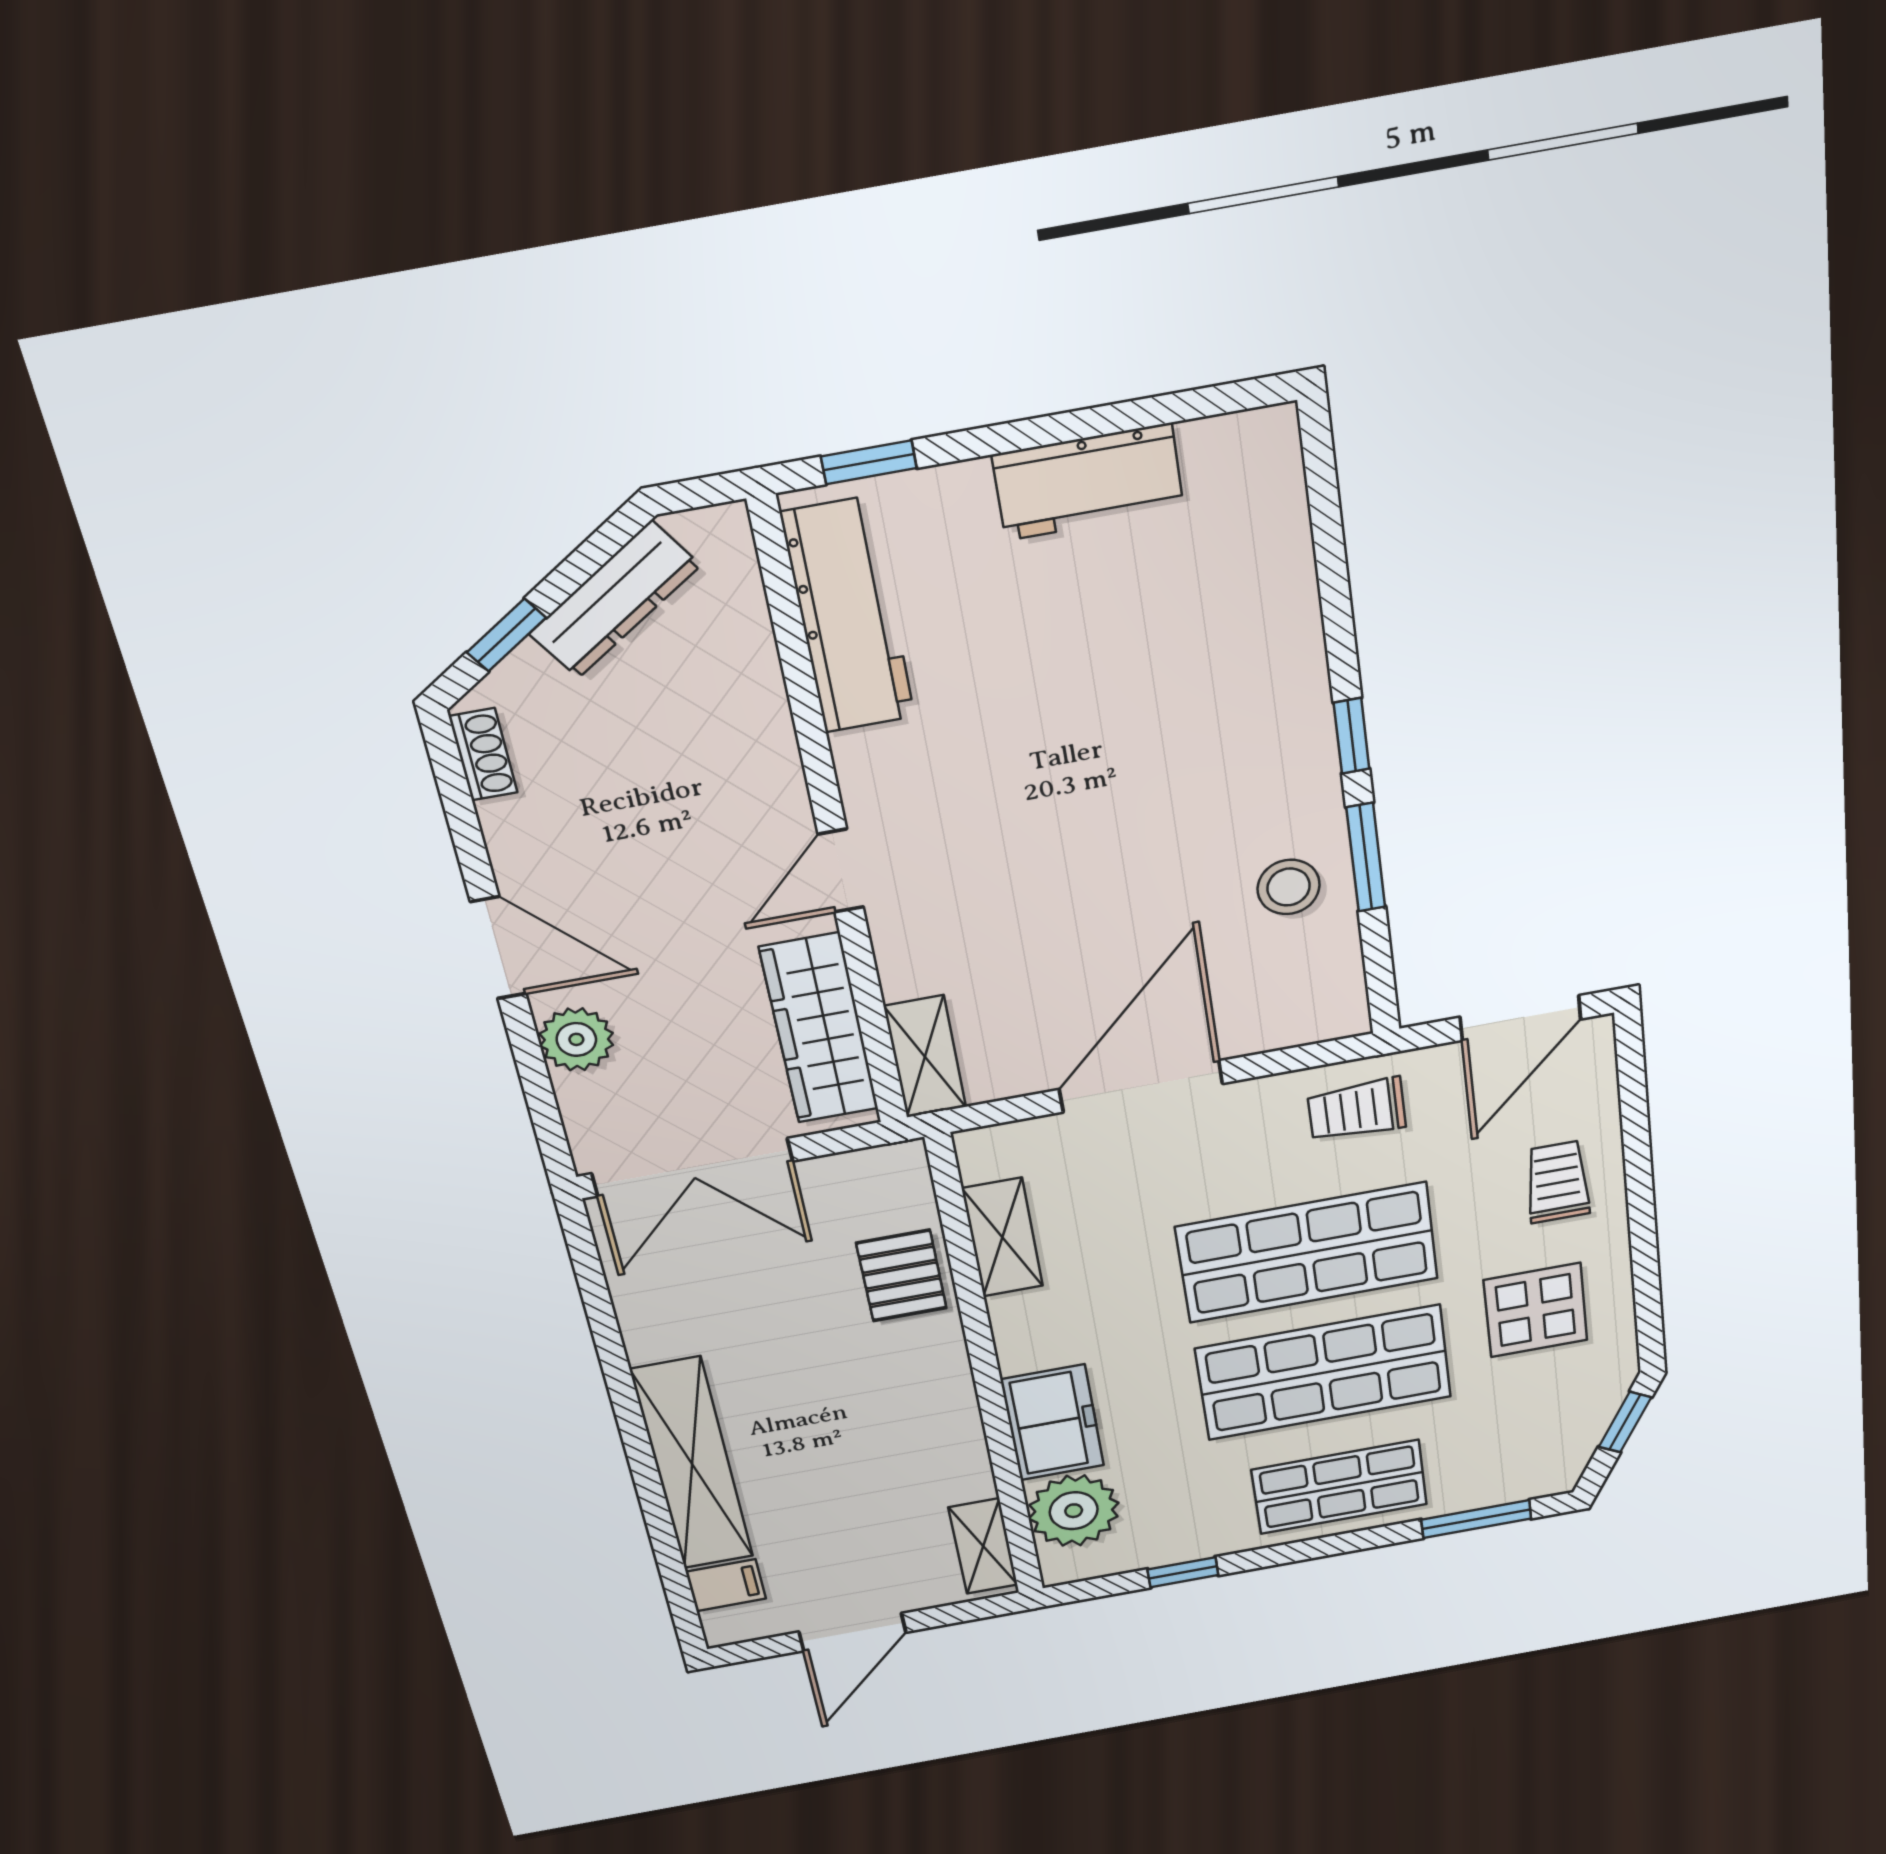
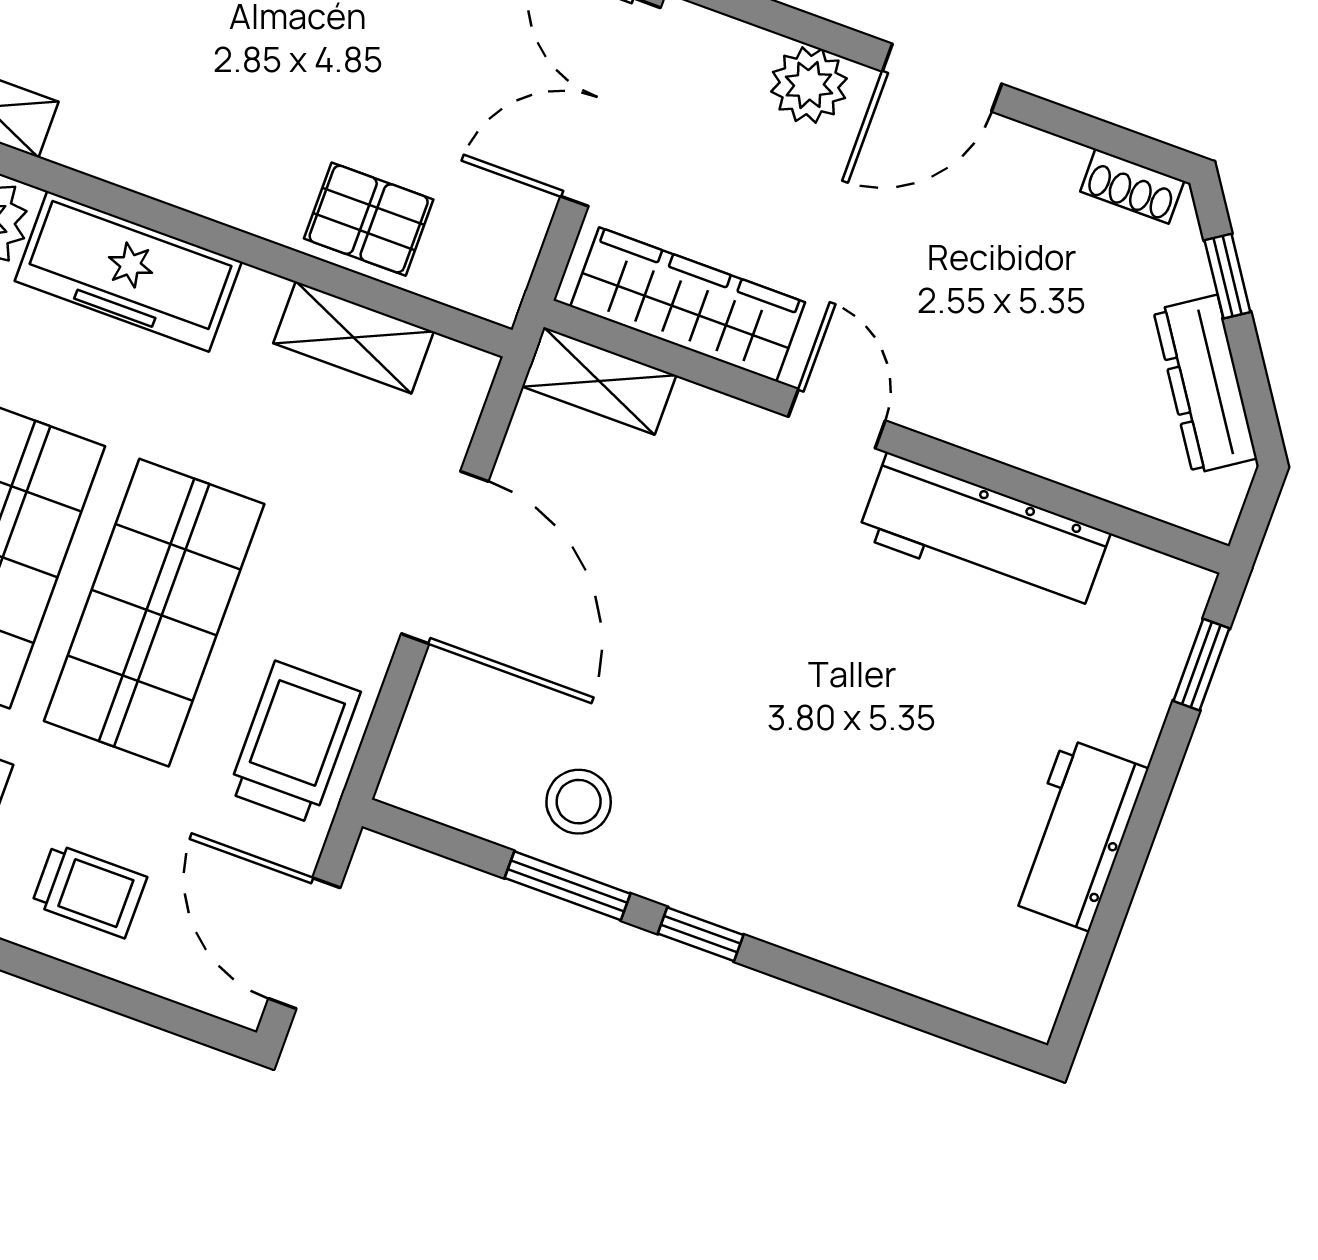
workbench: (848, 616) -> (984, 535), moved
trolley: (1357, 1110) -> (294, 742), width x1.36, depth x1.39
freezer: (1052, 1423) -> (128, 271), width x1.40

